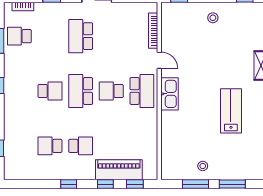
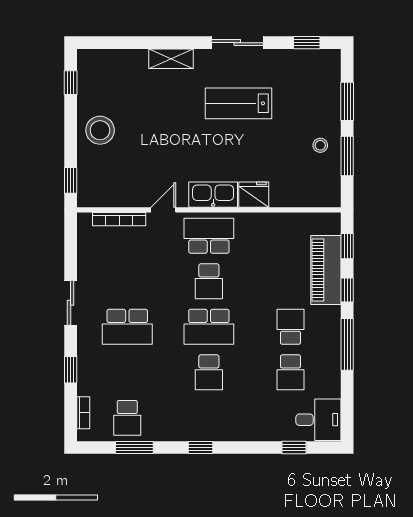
stool: (213, 18) -> (100, 130), width x1.89, depth x1.89
school desk: (50, 91) -> (209, 372), turned 180
fridge: (170, 121) -> (254, 195), added
desk: (18, 165) -> (318, 420), added
window: (69, 184) -> (347, 344), width x2.17

